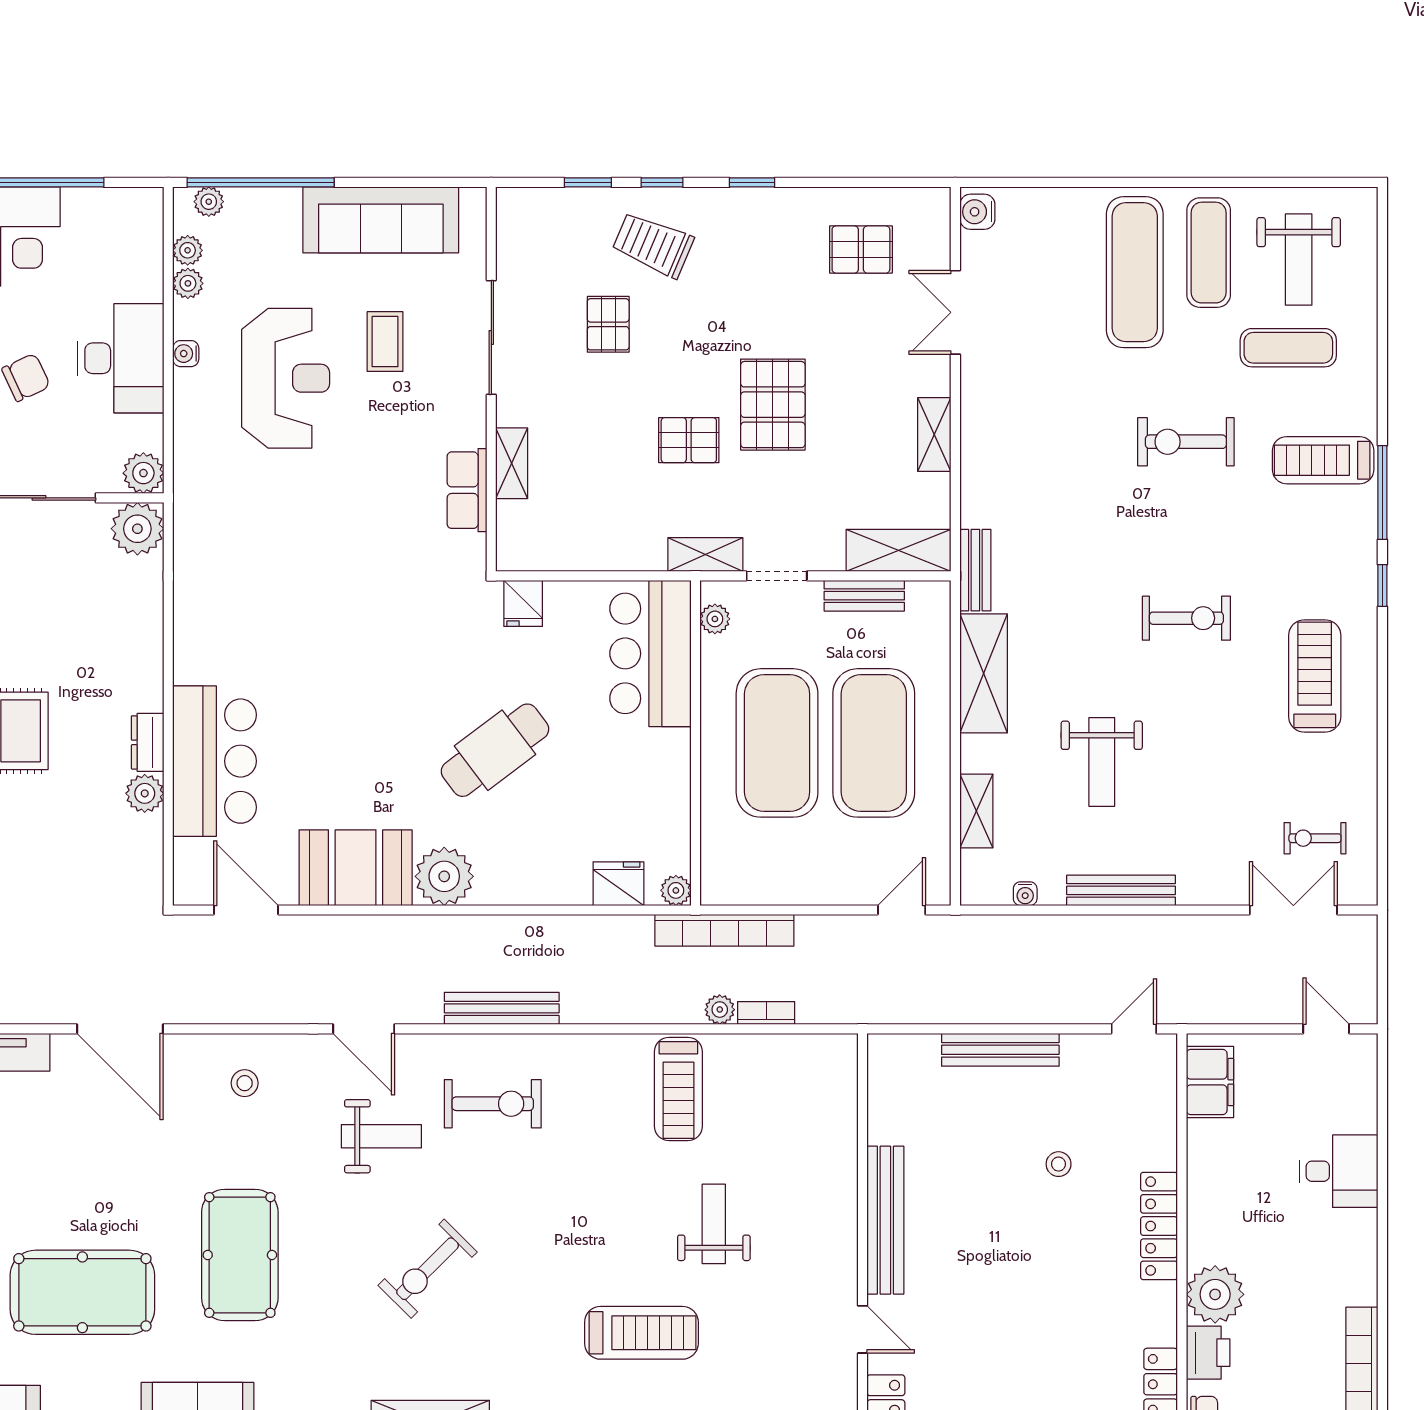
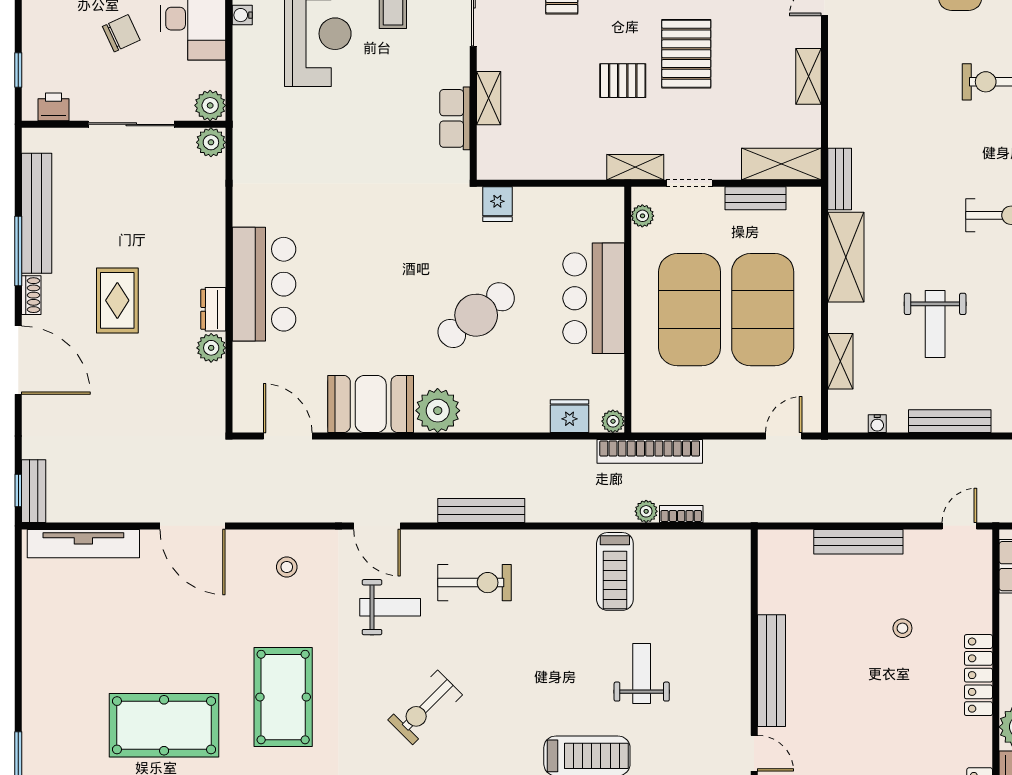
plant: (137, 529) -> (211, 142), width x0.73, depth x0.73
bar counter: (650, 653) -> (594, 298), moved
bar counter: (215, 761) -> (264, 284), moved

